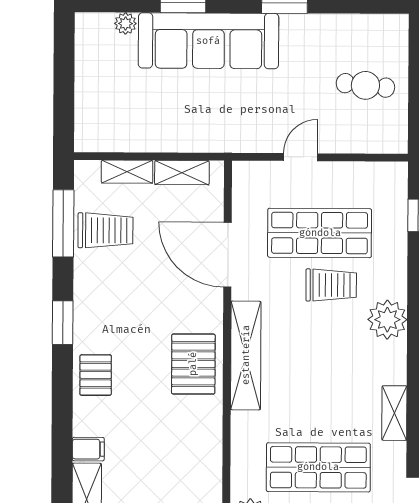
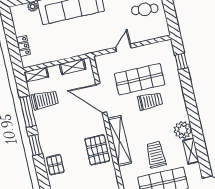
locker: (86, 104) -> (23, 46), added
shelving: (127, 172) -> (36, 75), moved
window: (63, 223) -> (28, 112), moved
plant: (387, 320) -> (183, 130), moved
trolley: (317, 403) -> (156, 155), added

